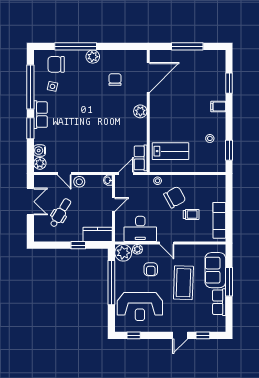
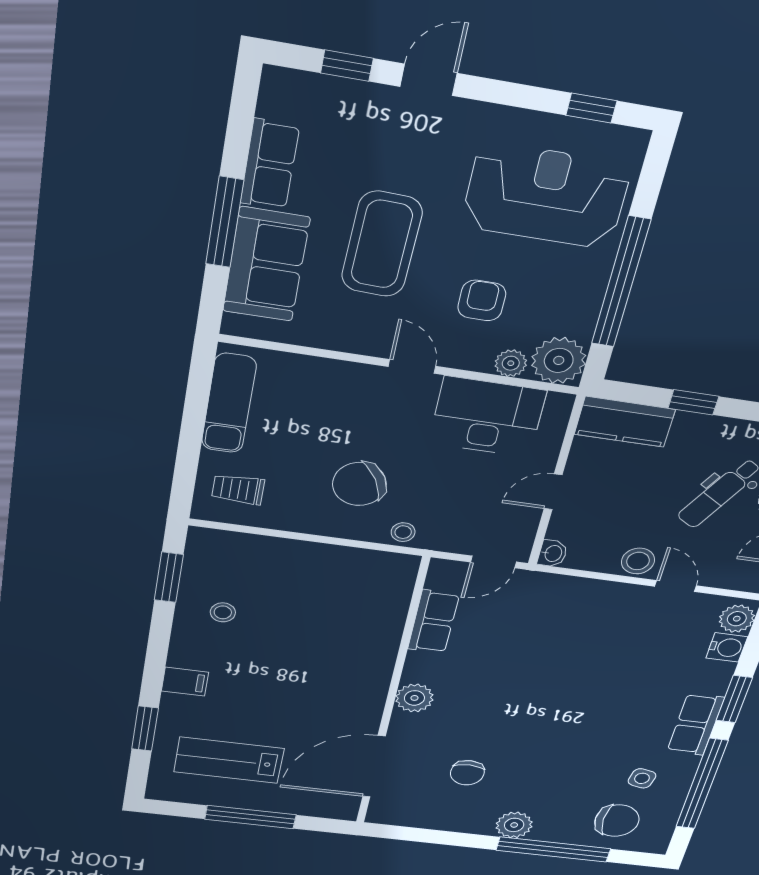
lab bench: (171, 151) -> (229, 760), moved
row of seats: (141, 158) -> (433, 622), moved
trolley: (191, 214) -> (238, 489), moved

